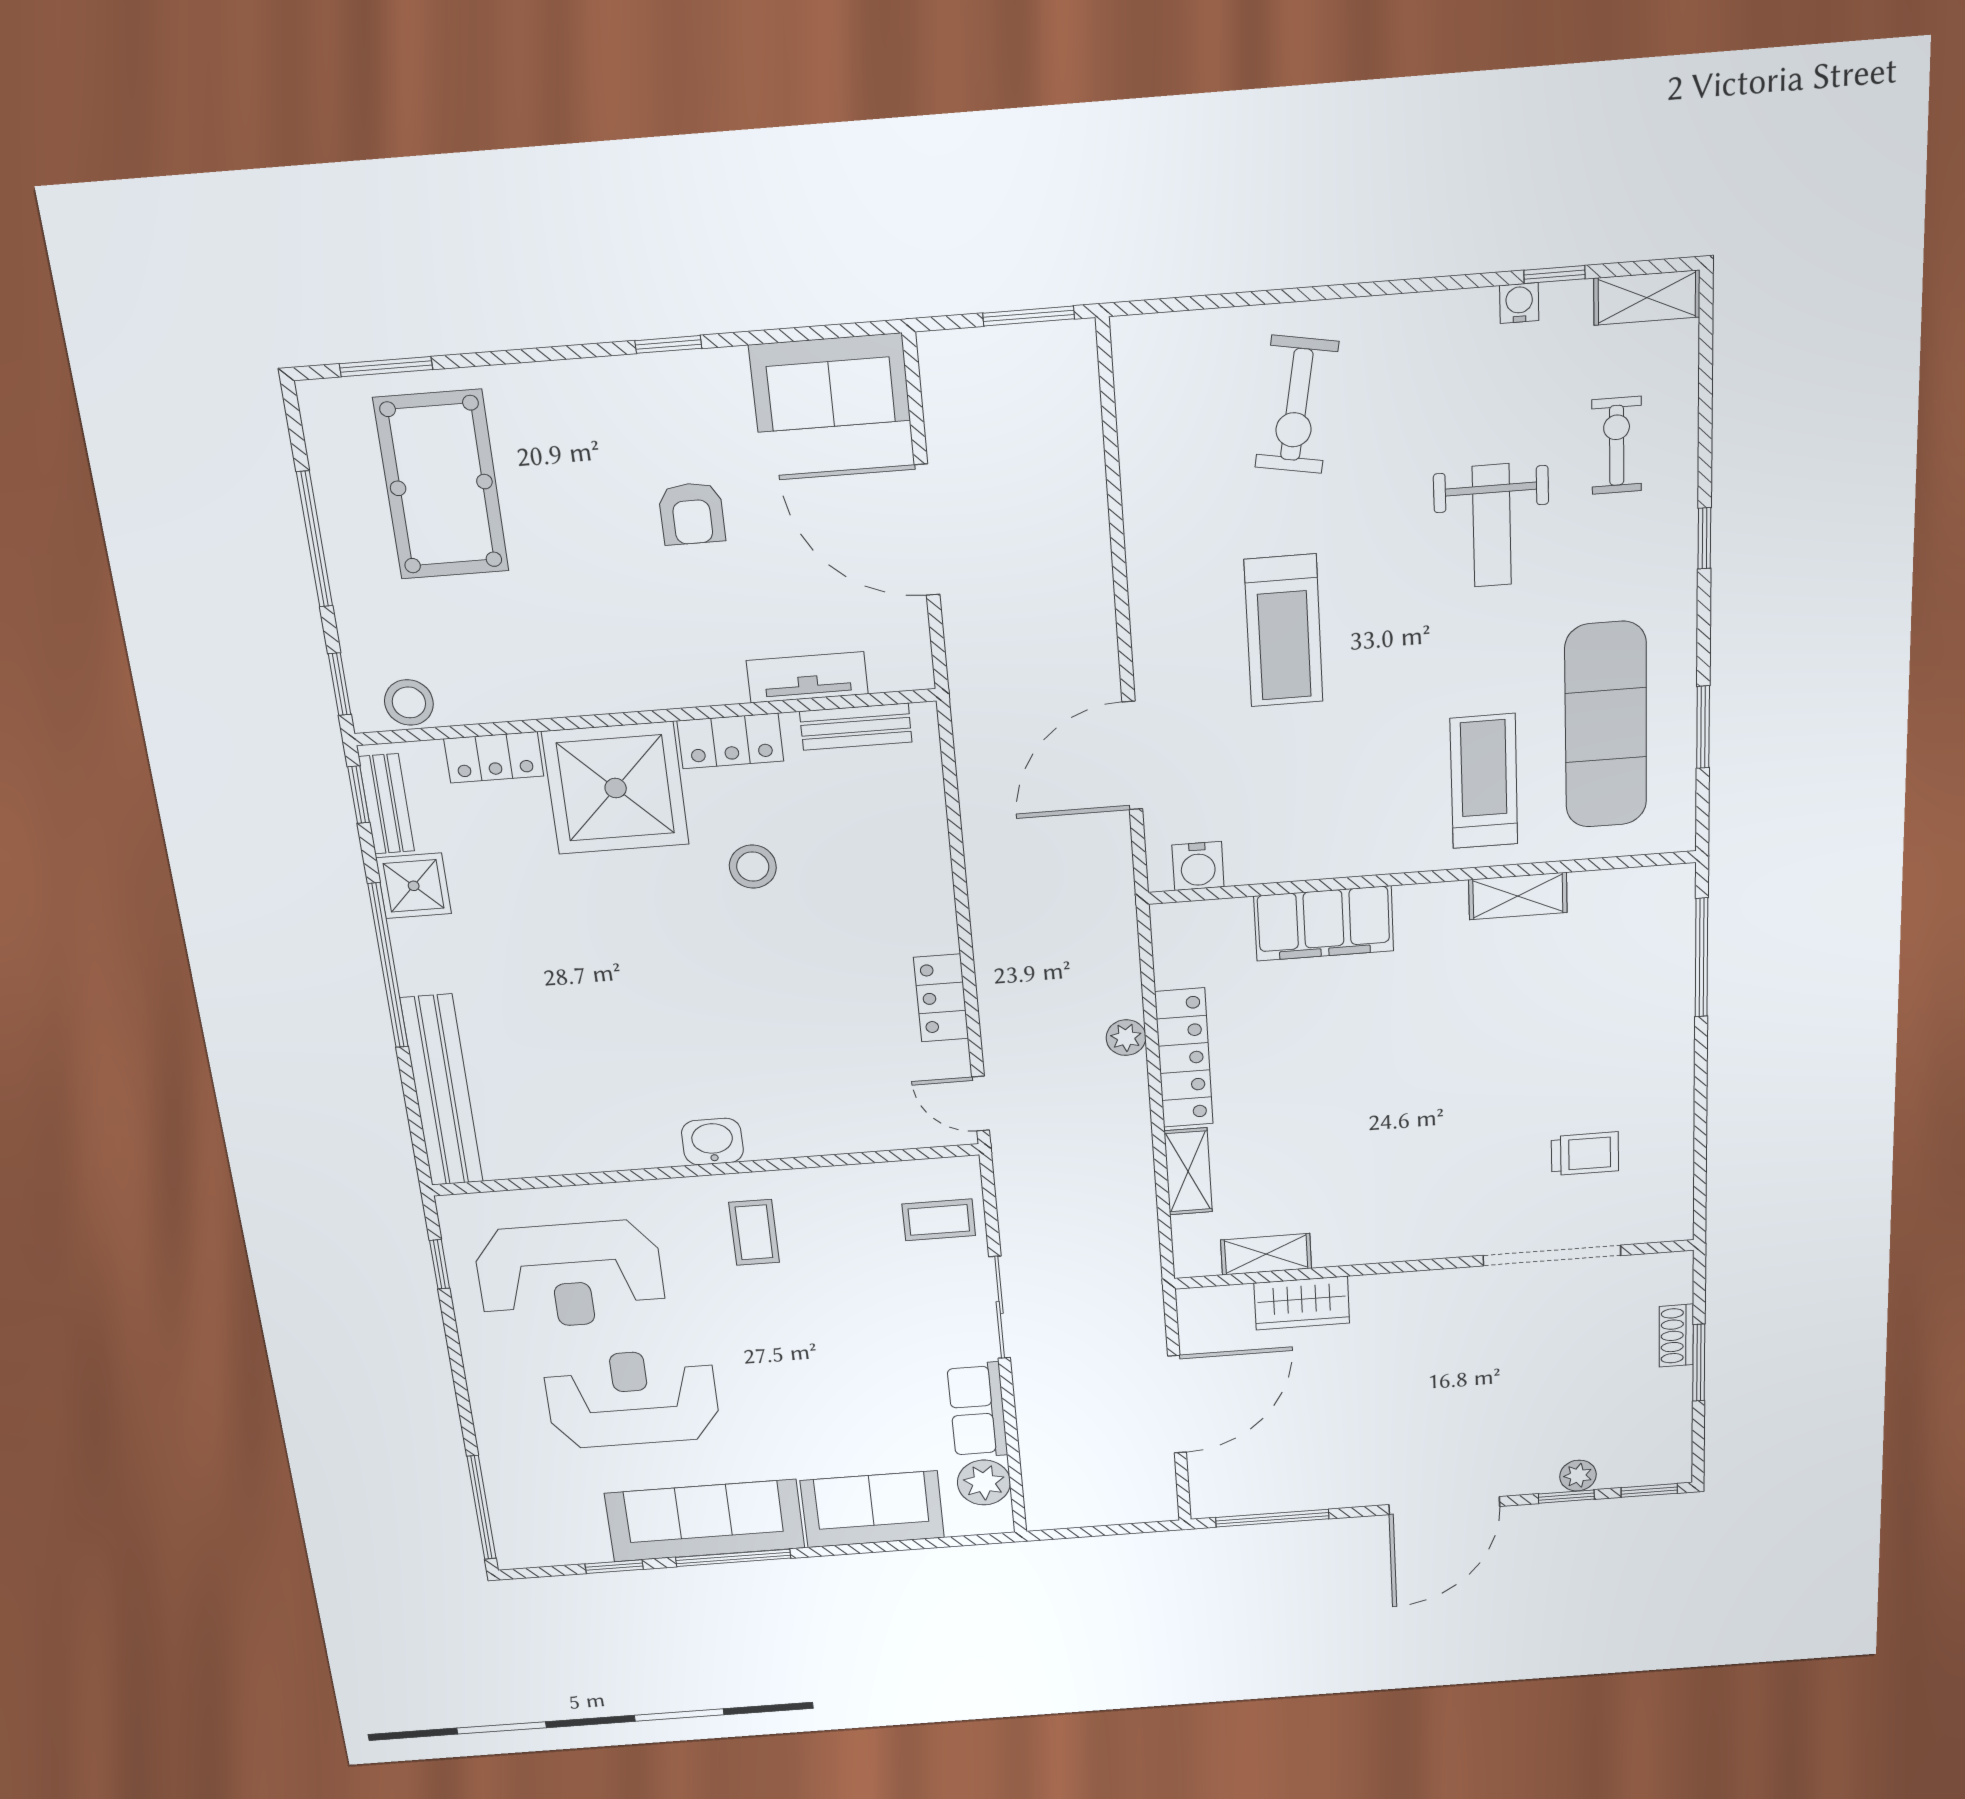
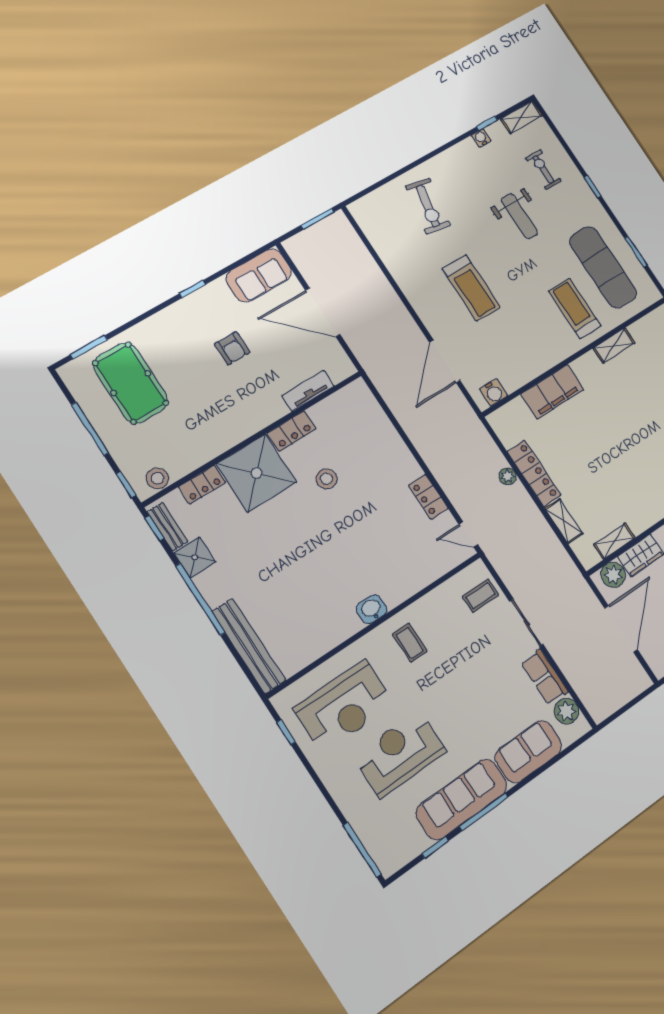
bench: (856, 727) -> (336, 401), removed
plant: (1224, 1309) -> (613, 575), added

